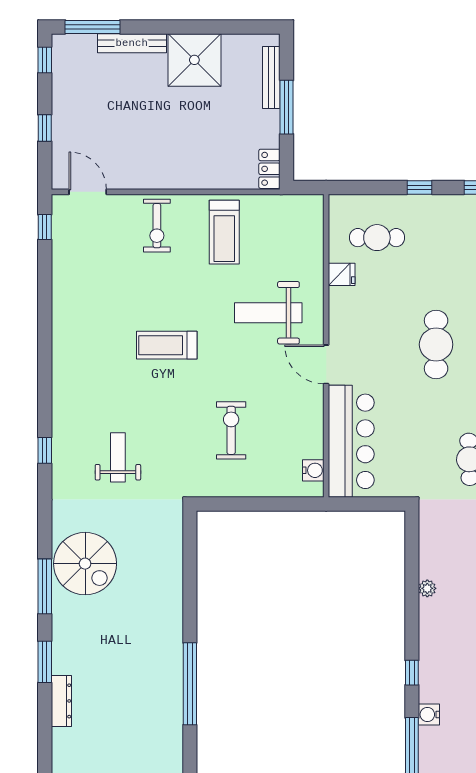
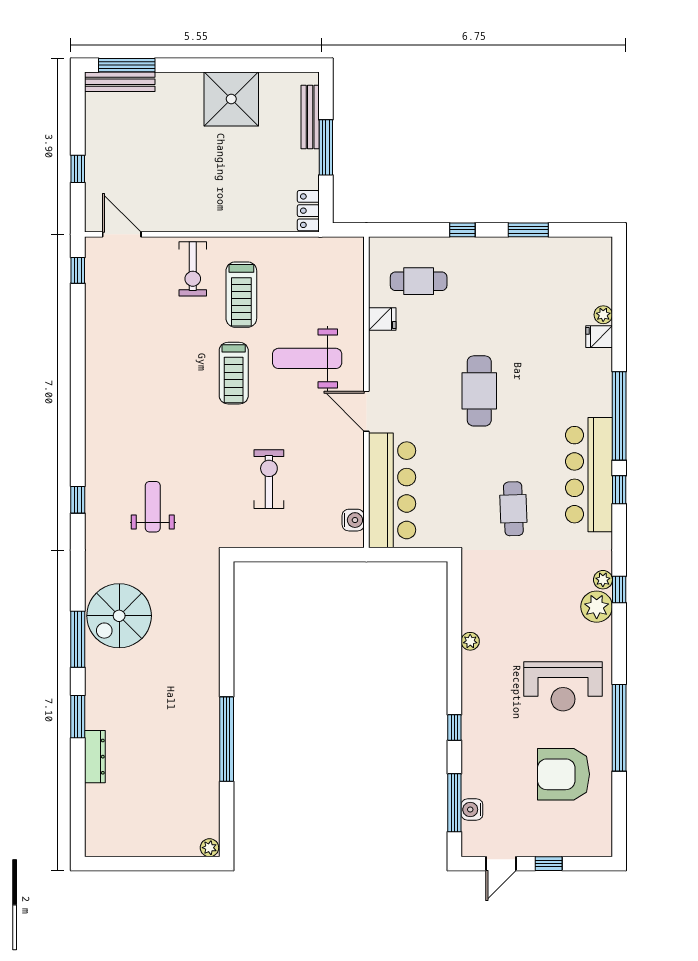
bench: (132, 43) -> (120, 82), moved
window: (45, 60) -> (78, 99), removed
treadmill: (224, 232) -> (241, 295), moved
treadmill: (167, 345) -> (234, 373), moved, turned -90
spiral stairs: (85, 564) -> (119, 616), turned 90
water cooler: (429, 715) -> (472, 809), moved

